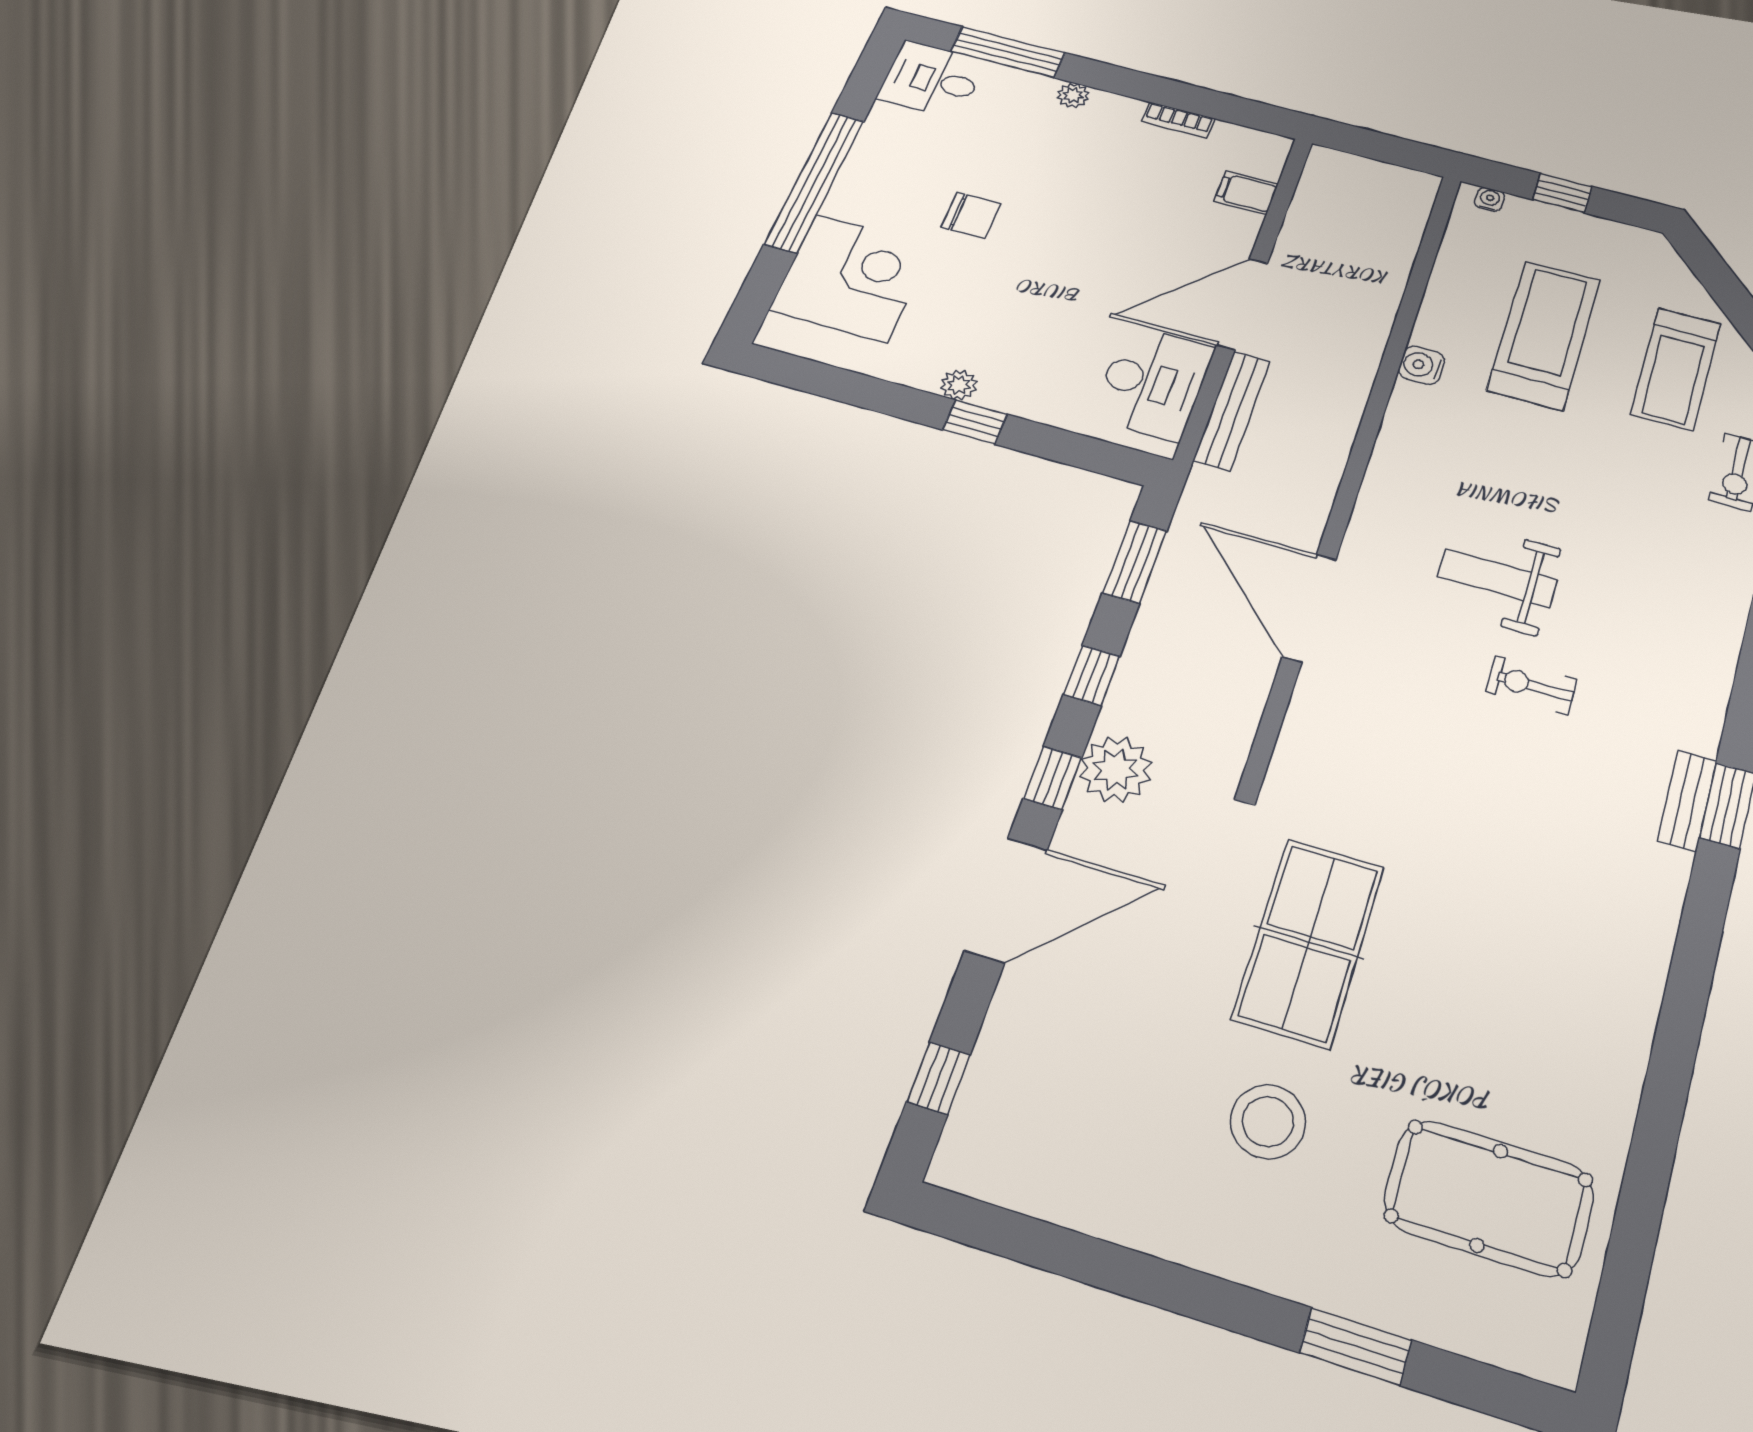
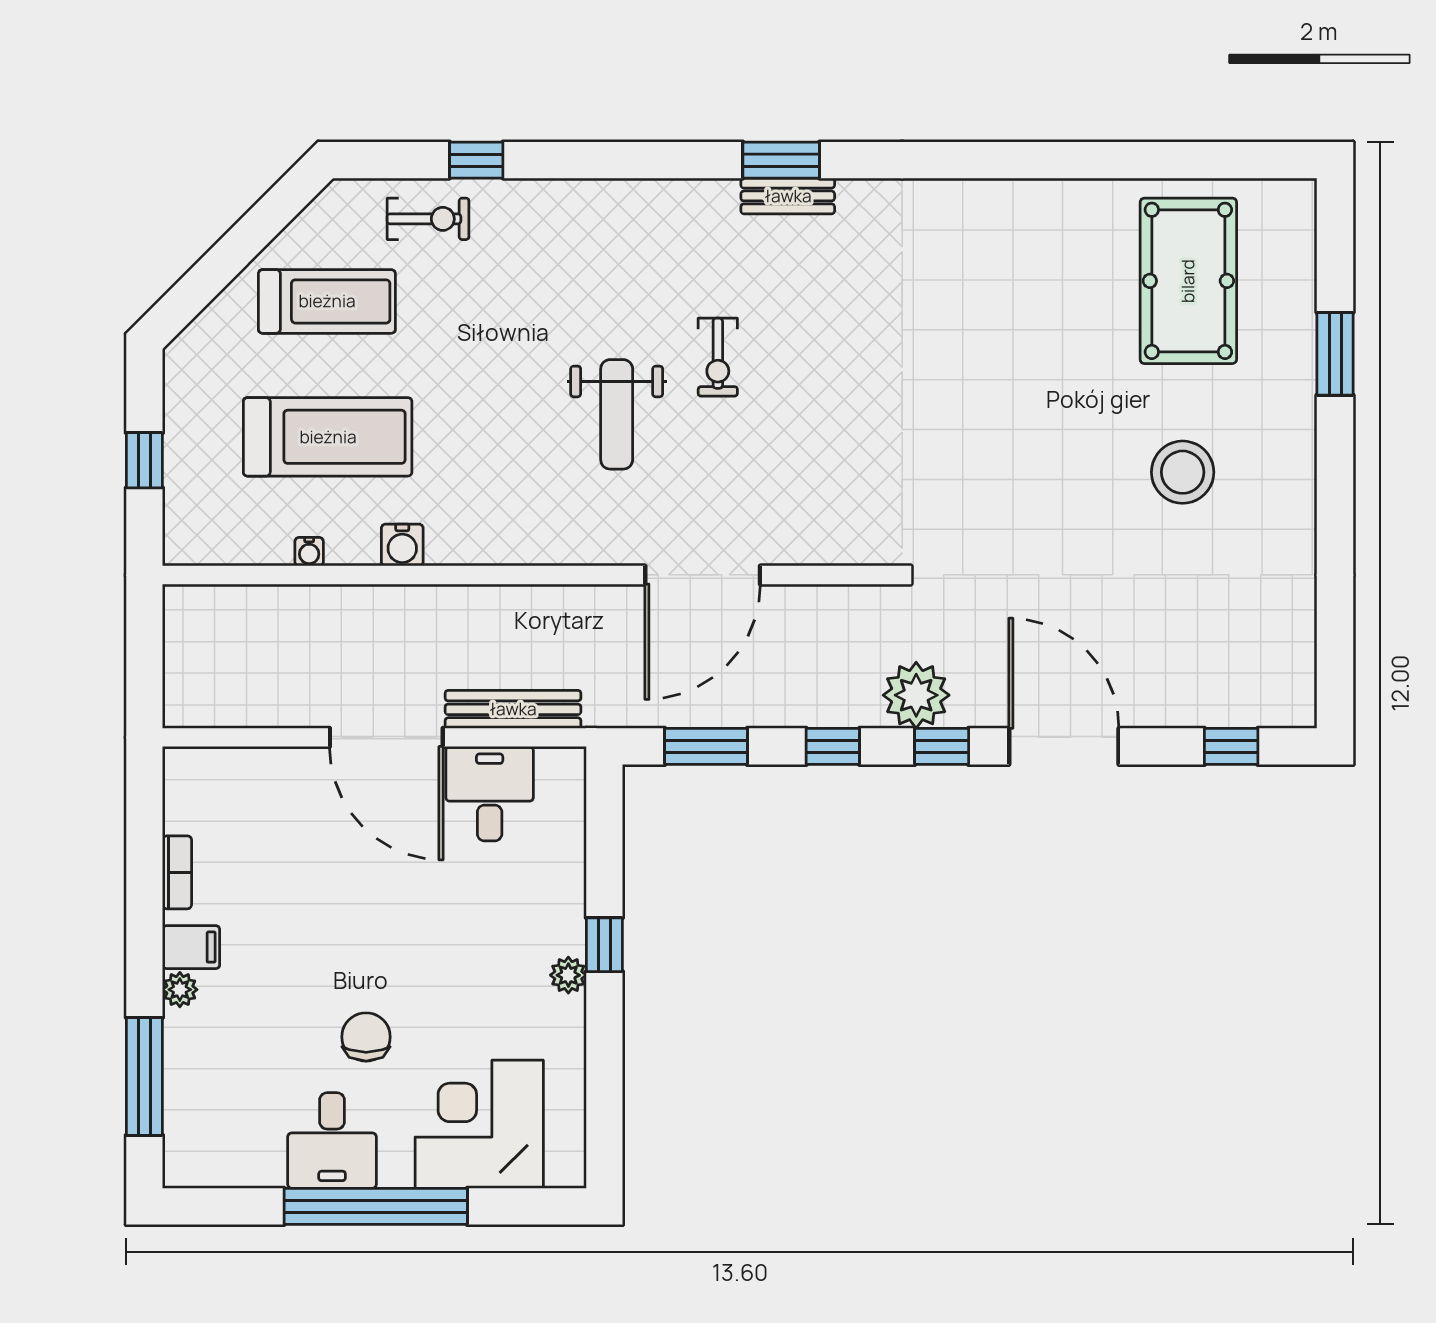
desk: (932, 80) -> (332, 1141), moved
filing cabinet: (1246, 193) -> (191, 947), moved, turned -90
water cooler: (1490, 199) -> (309, 552), moved, turned -90
treadmill: (1544, 335) -> (328, 437), turned 180
desk: (1153, 383) -> (490, 794), width x0.73
table tennis table: (1309, 942) -> (1021, 484), removed

